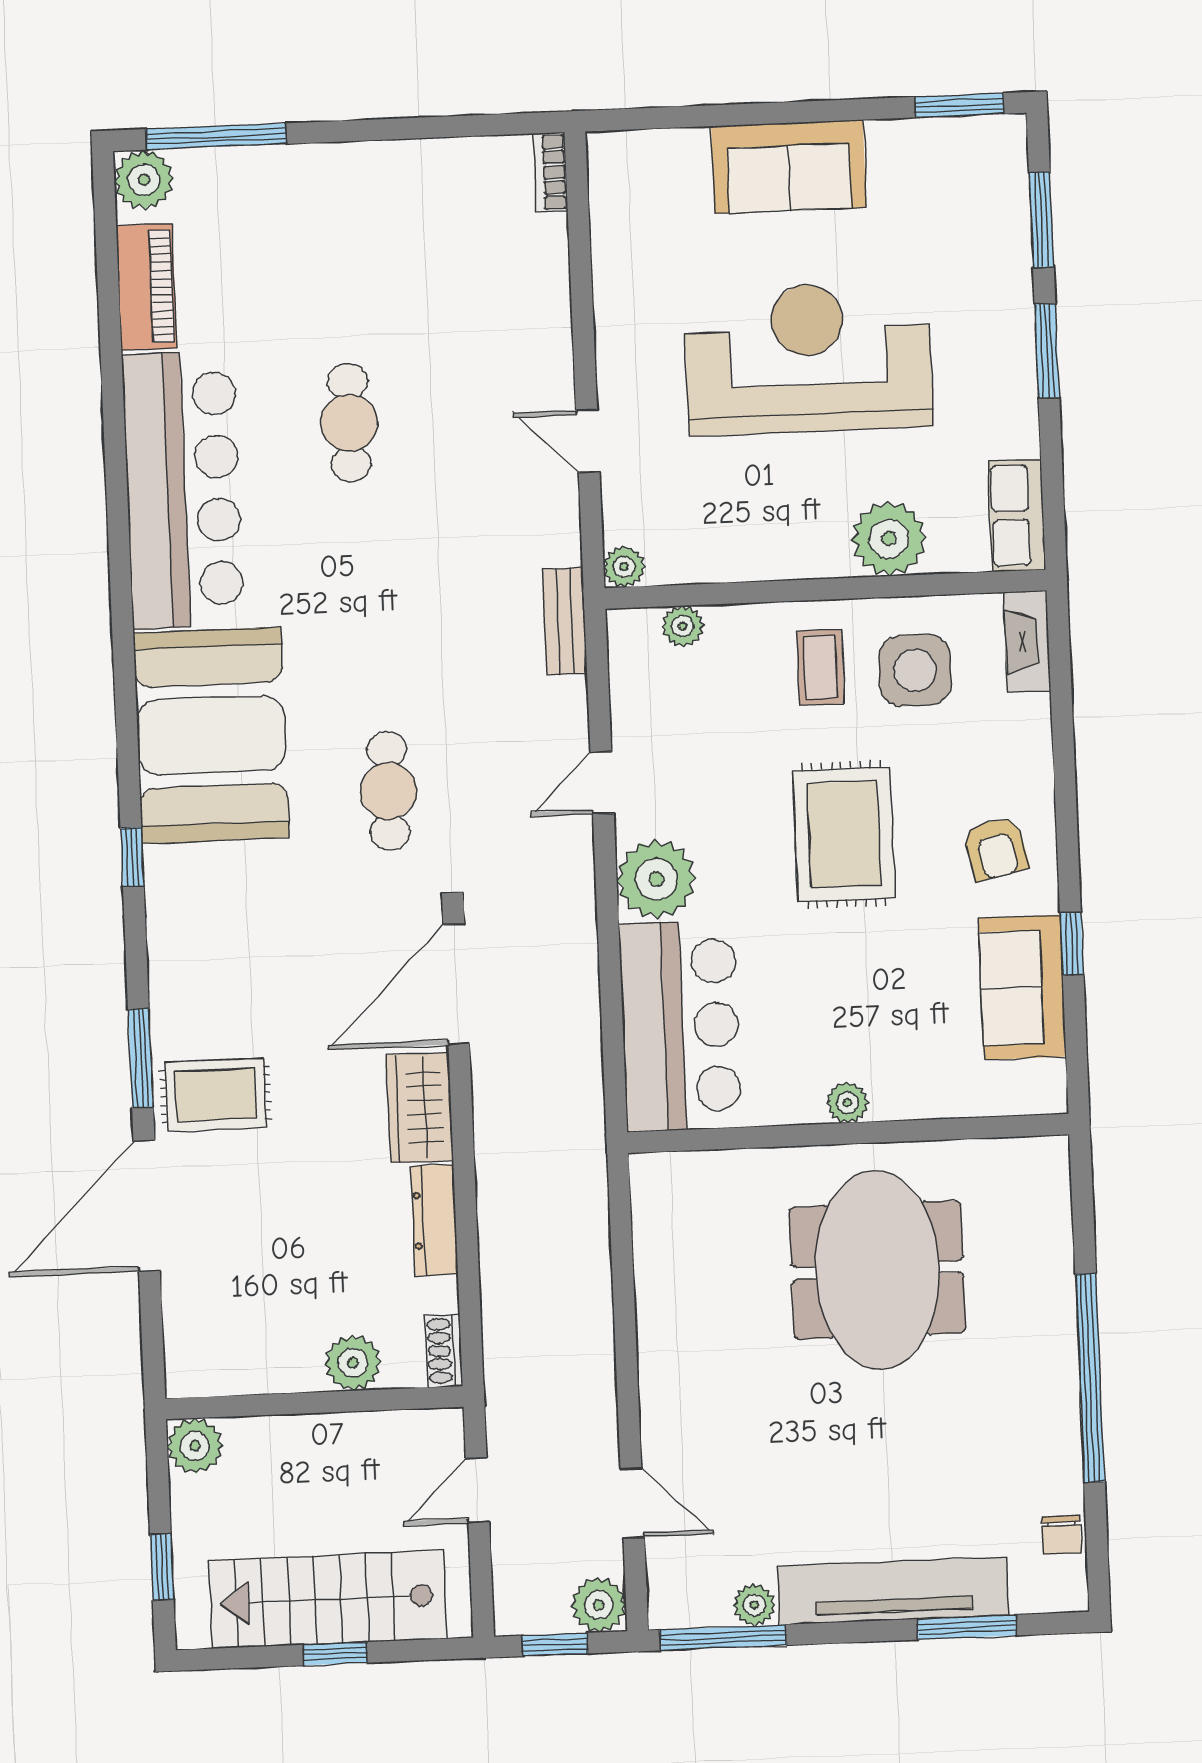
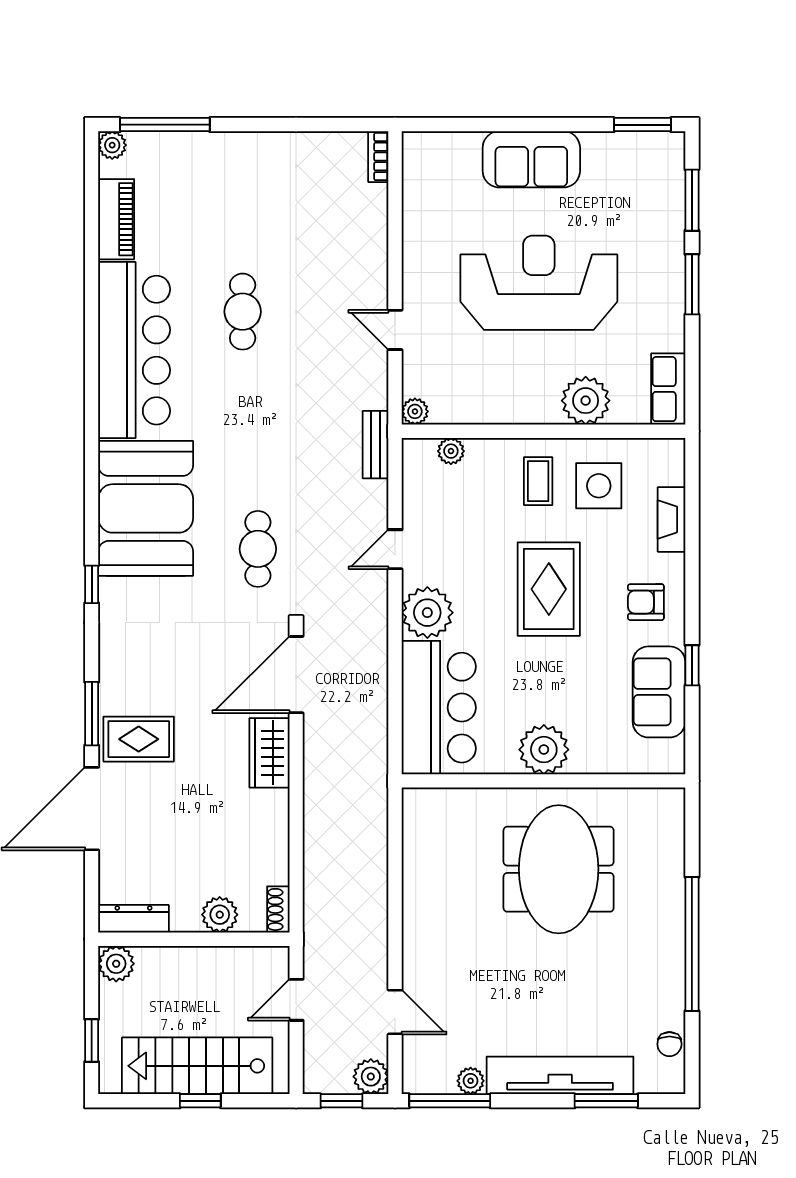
plant: (144, 180) -> (112, 145), width x0.73, depth x0.73
fireplace: (1027, 641) -> (672, 519), moved
armchair: (996, 848) -> (646, 602), turned 103
plant: (847, 1103) -> (544, 750), width x1.87, depth x1.87
dresser: (434, 1220) -> (134, 919), moved, turned 90

